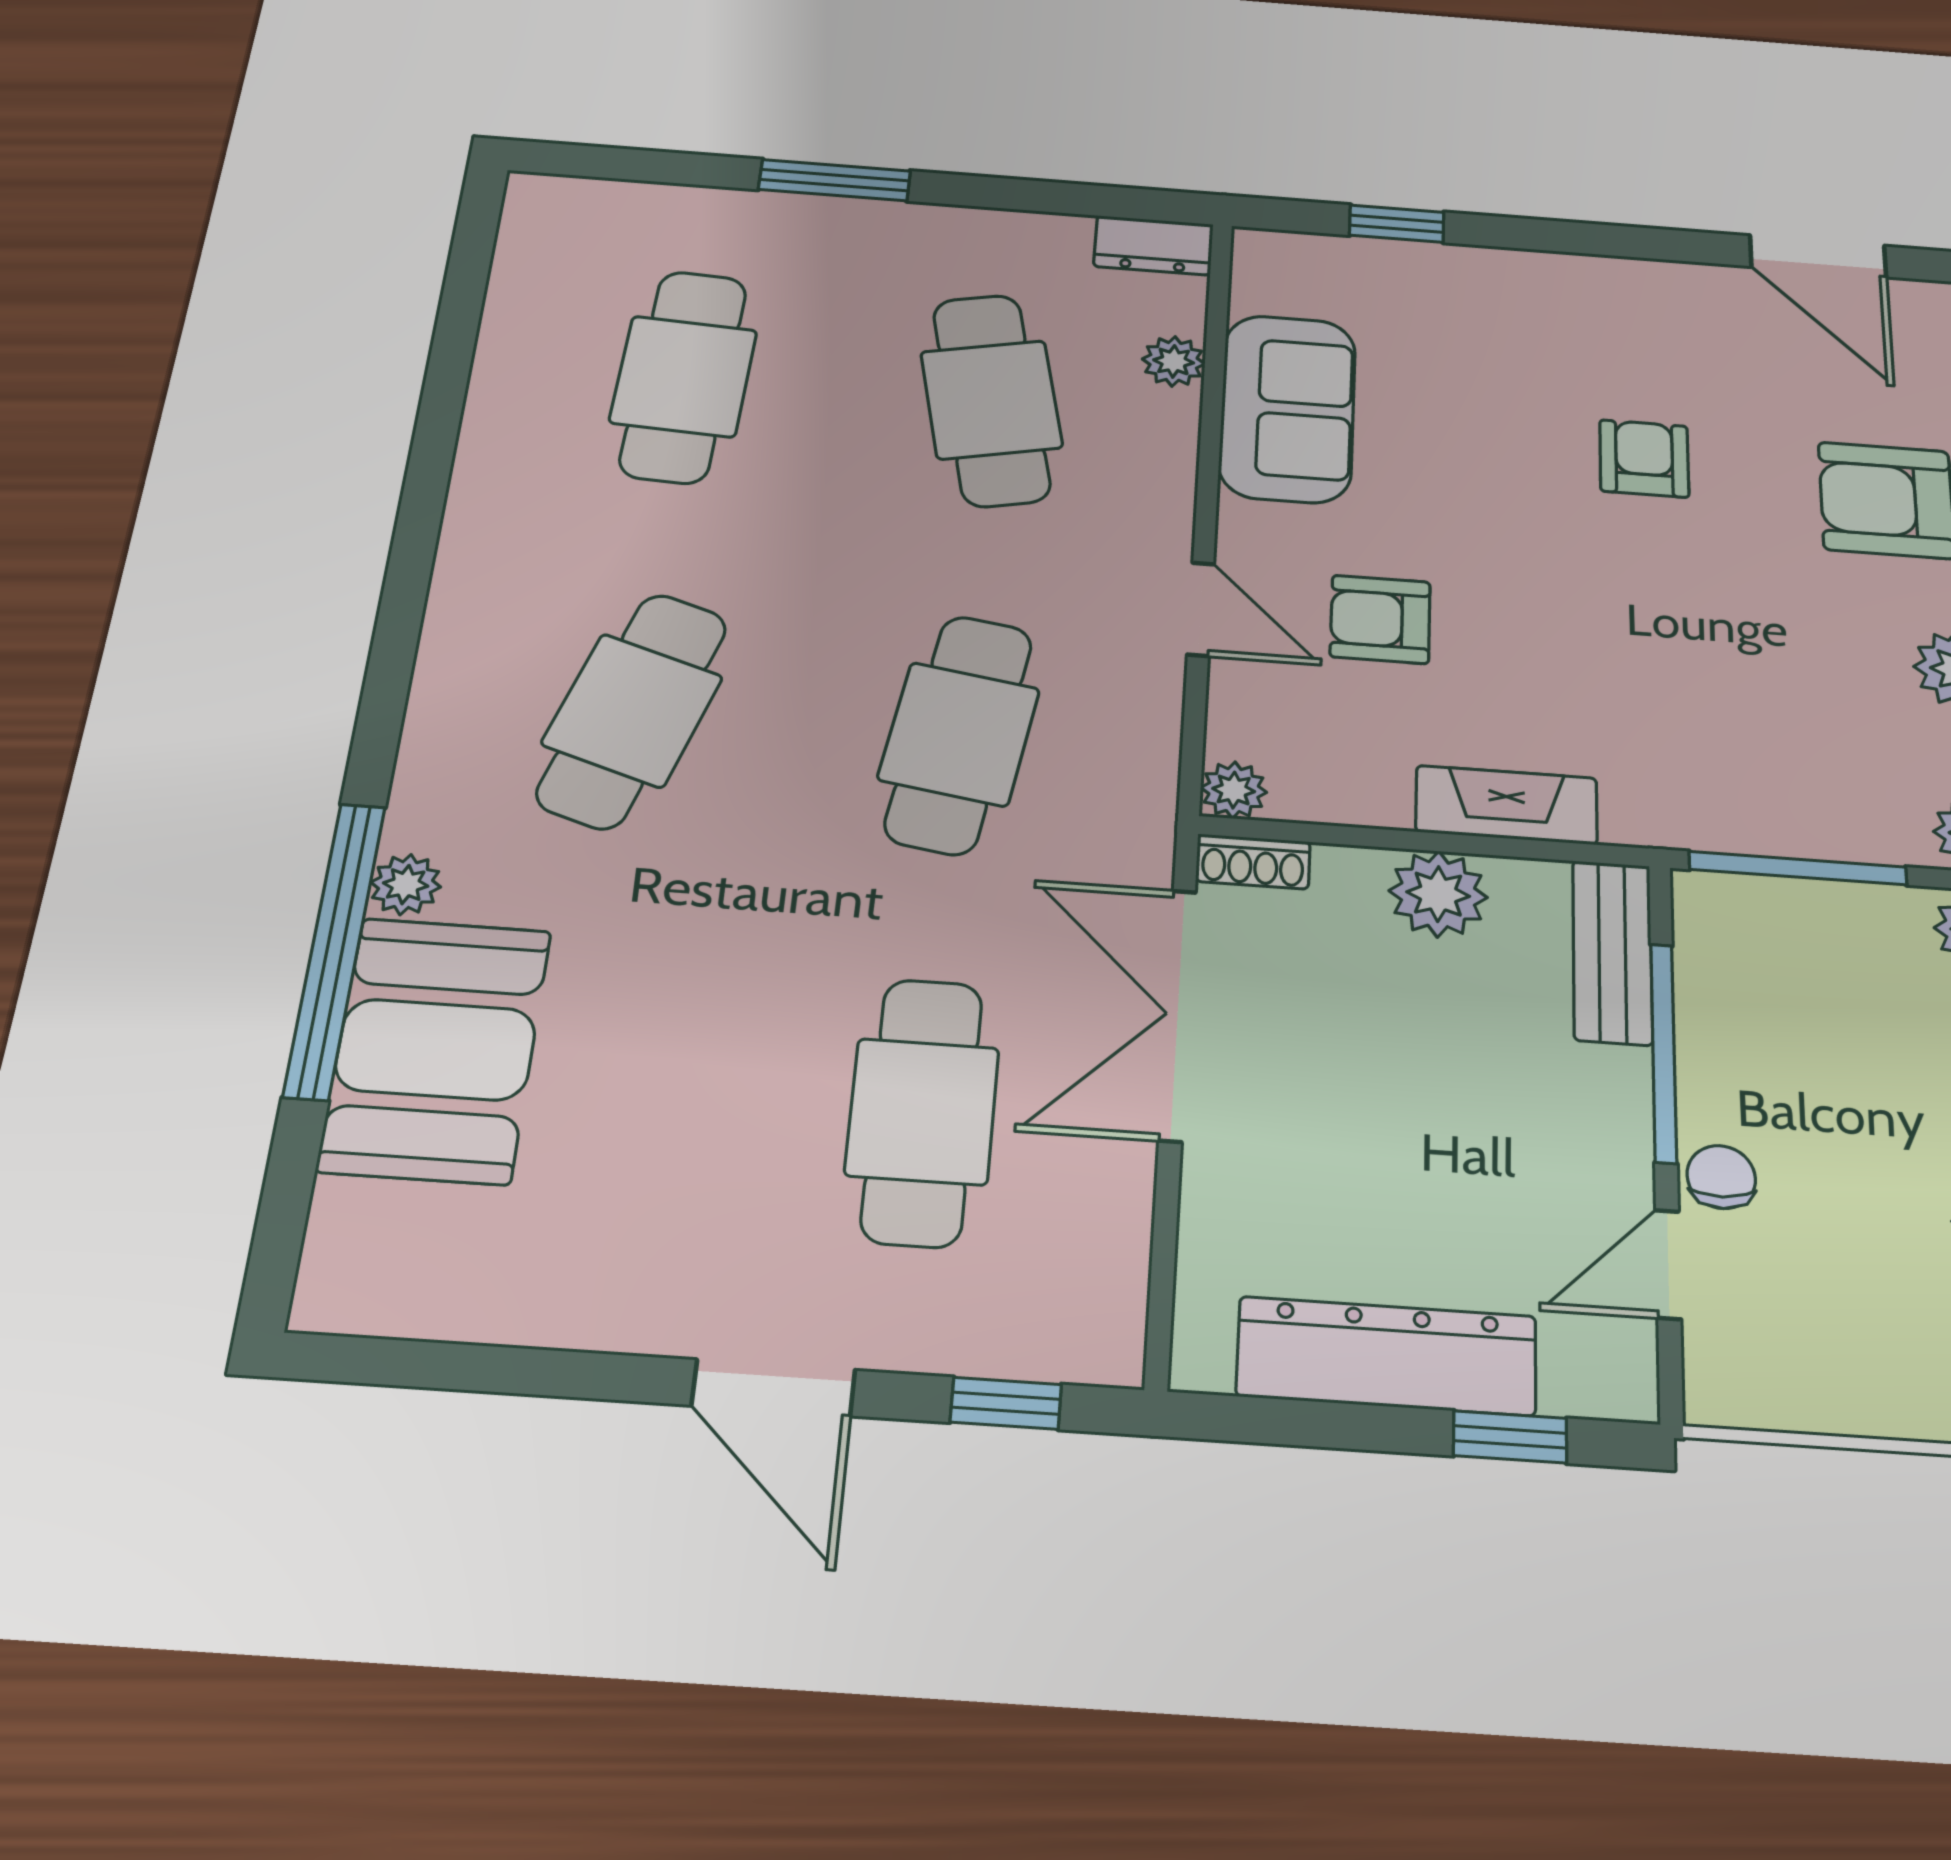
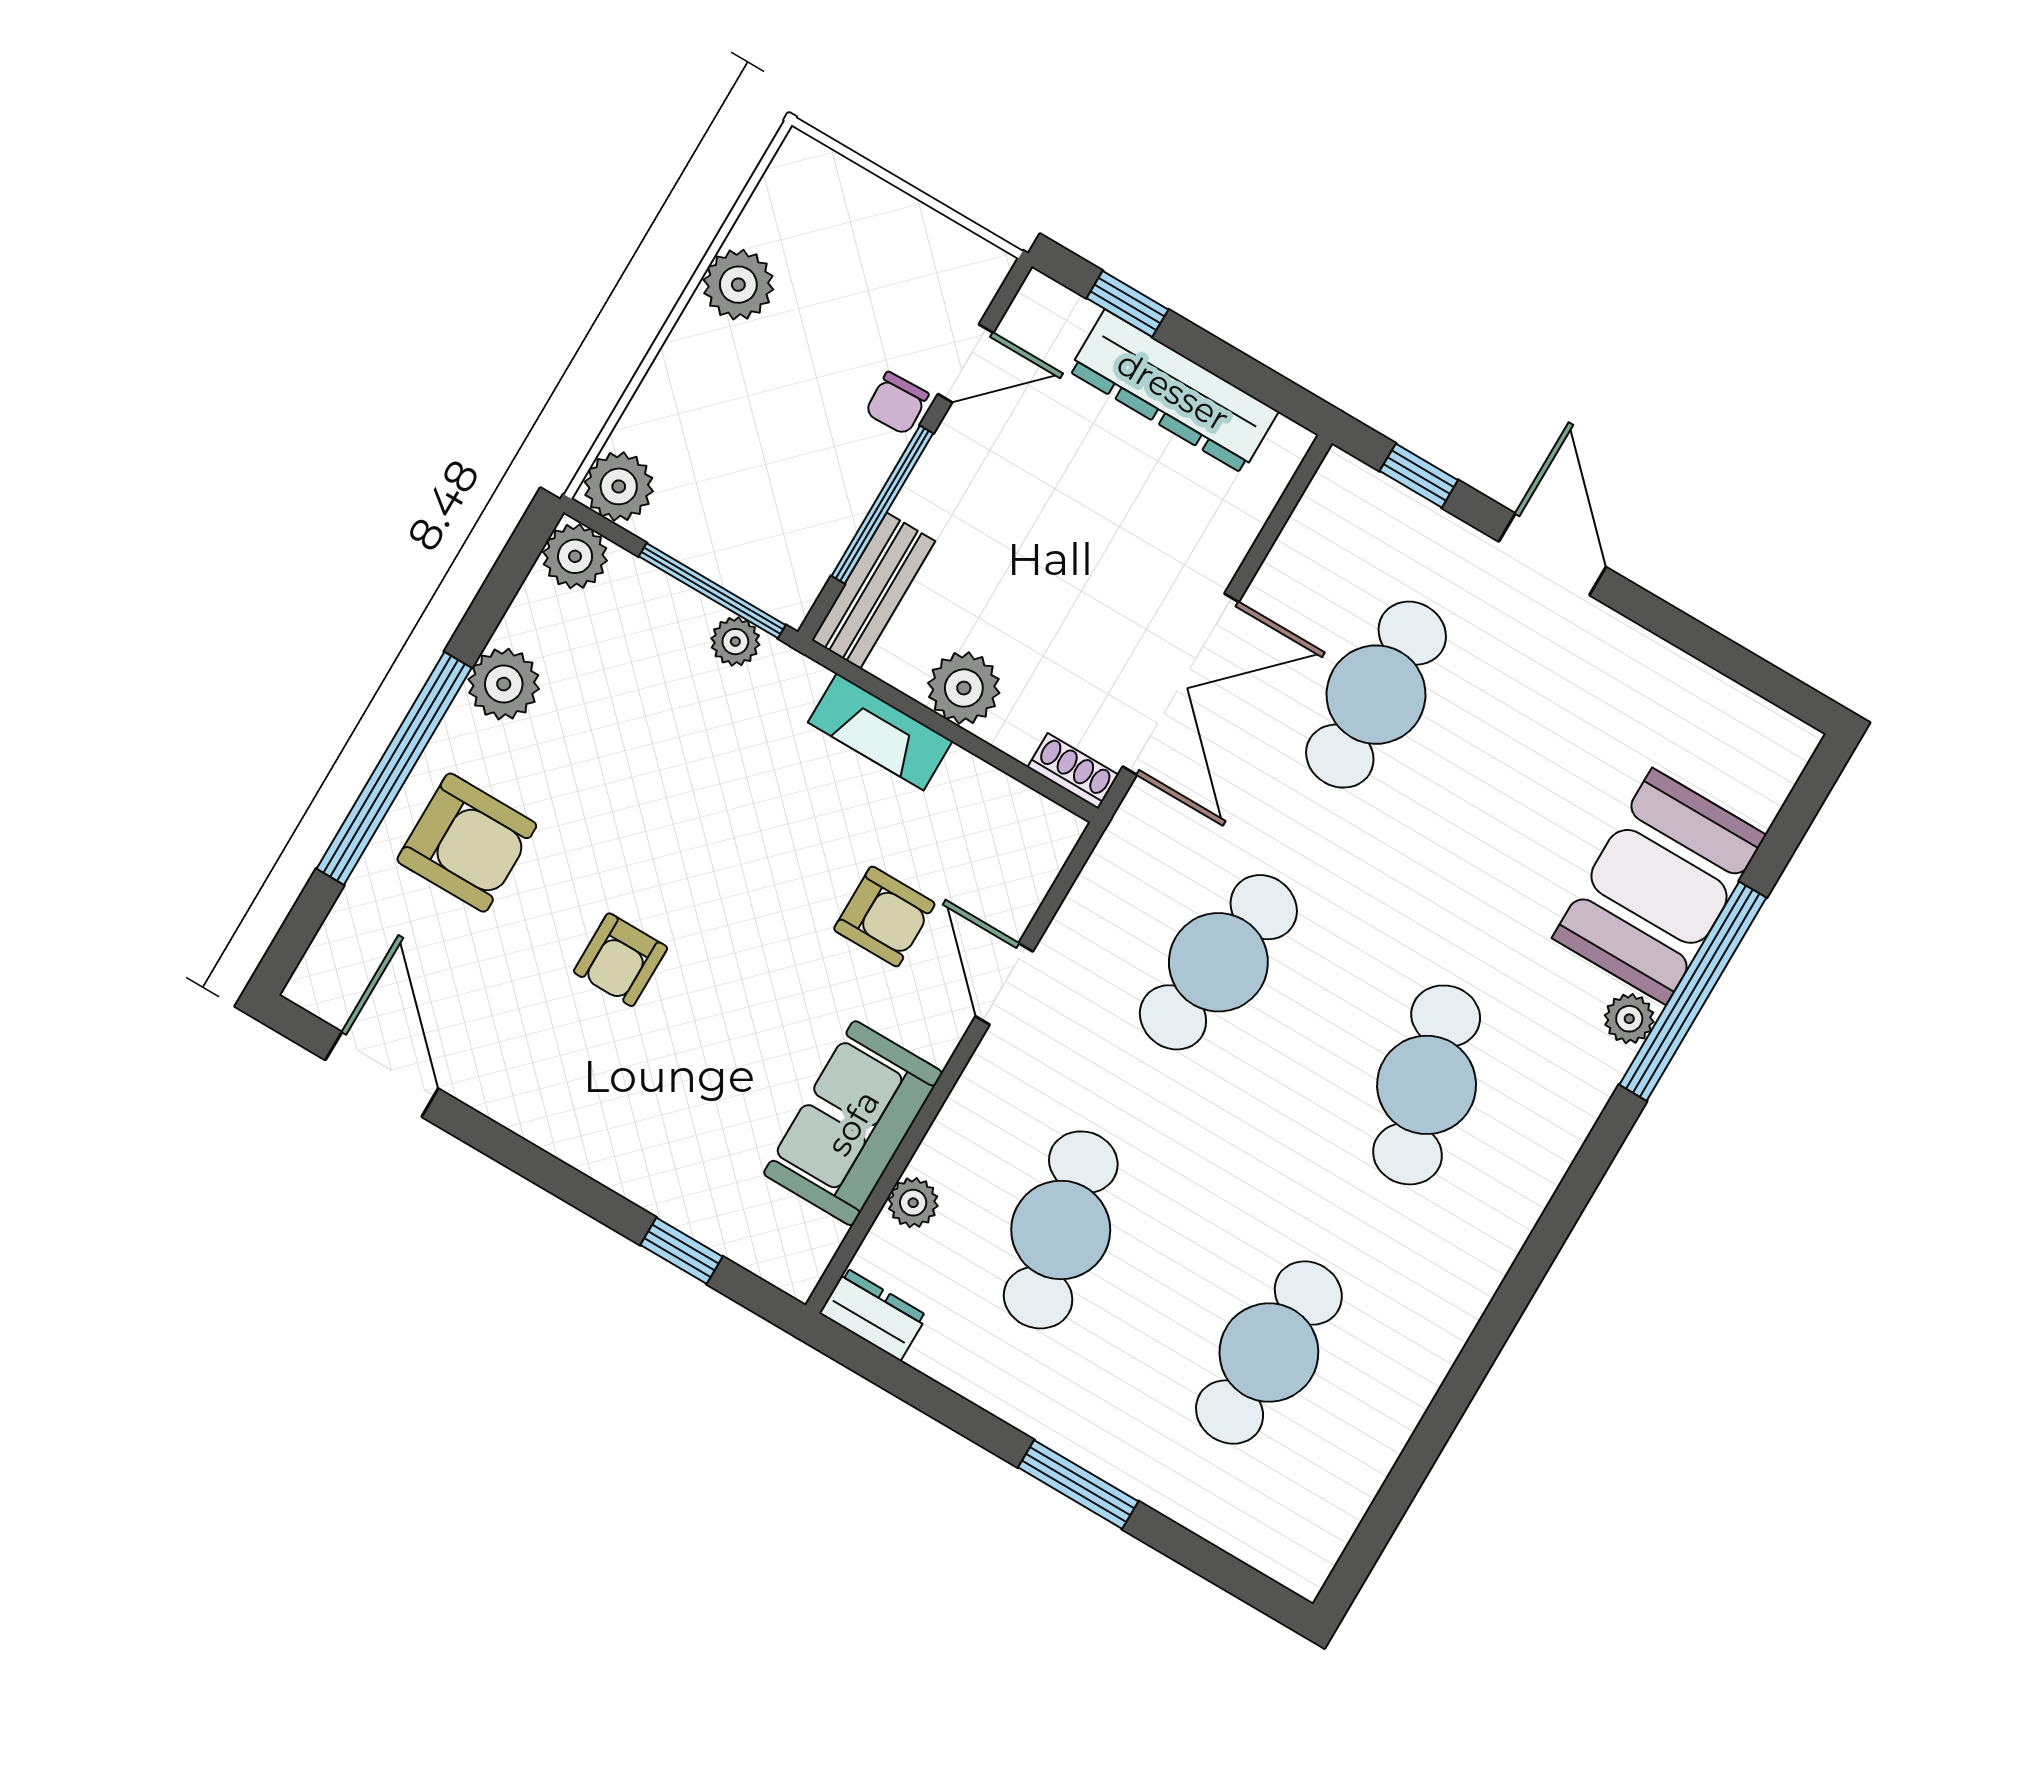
cafe table: (632, 710) -> (1427, 1085), turned -33
plant: (1234, 790) -> (735, 642), moved

